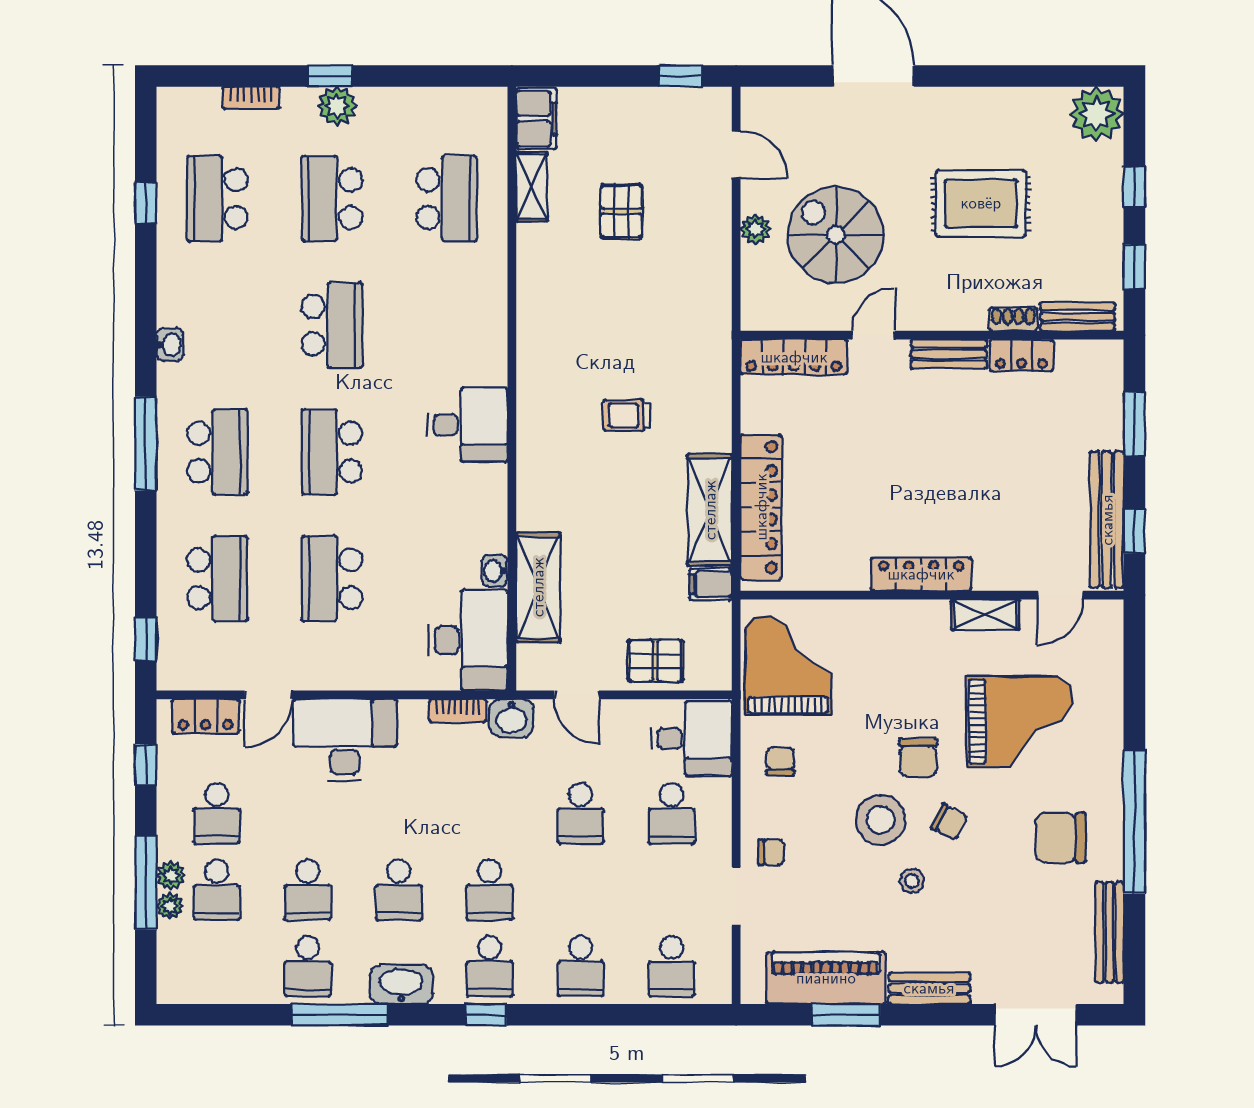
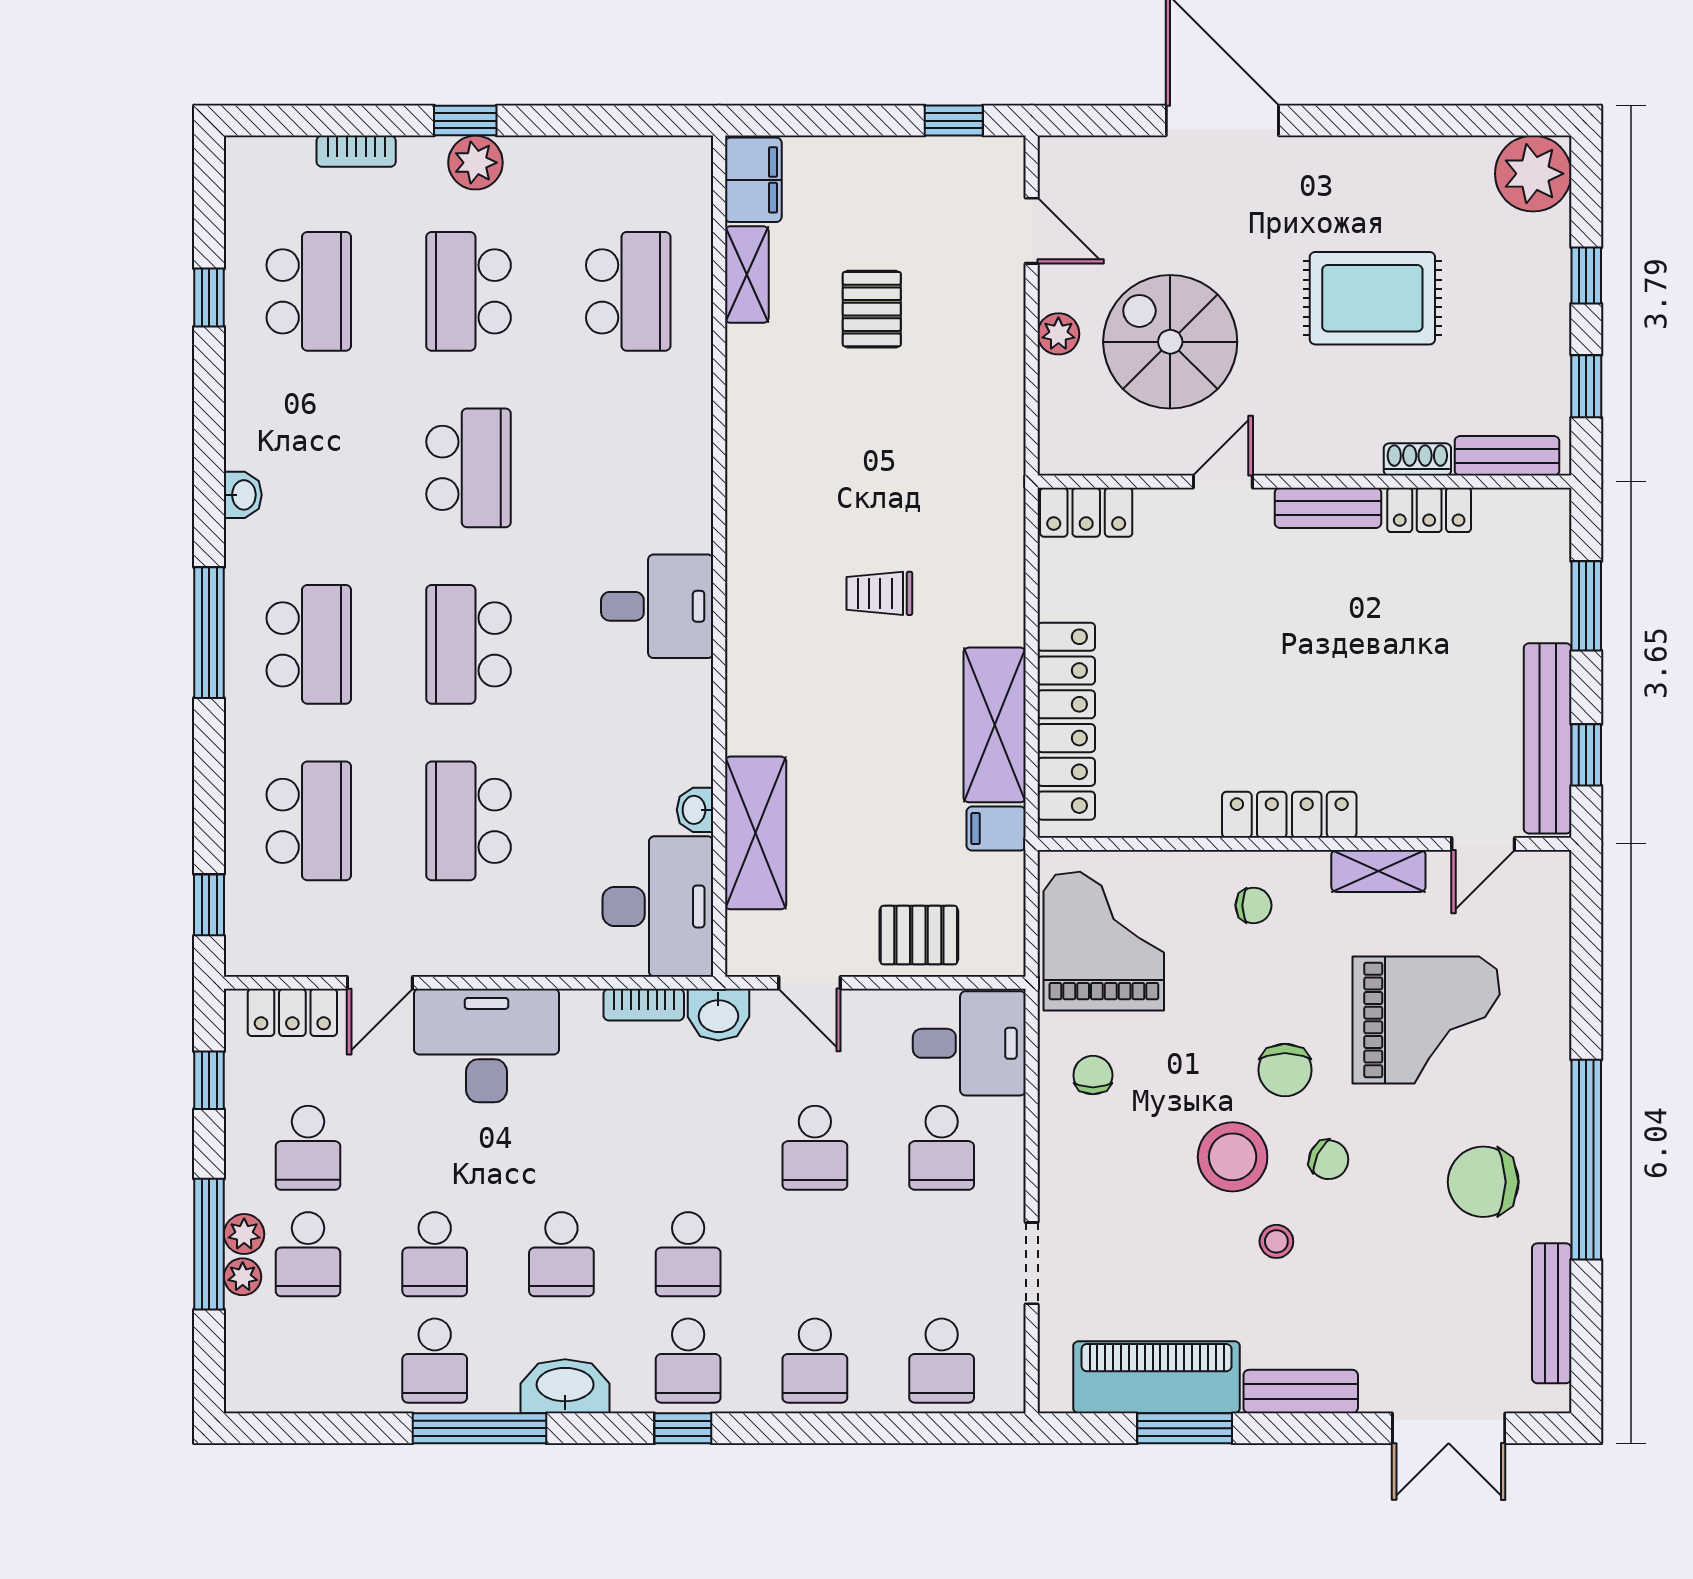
school desk: (217, 199) -> (309, 291), turned 180
locker: (794, 357) -> (1086, 512), width x0.66
chair: (771, 852) -> (1254, 905), moved

